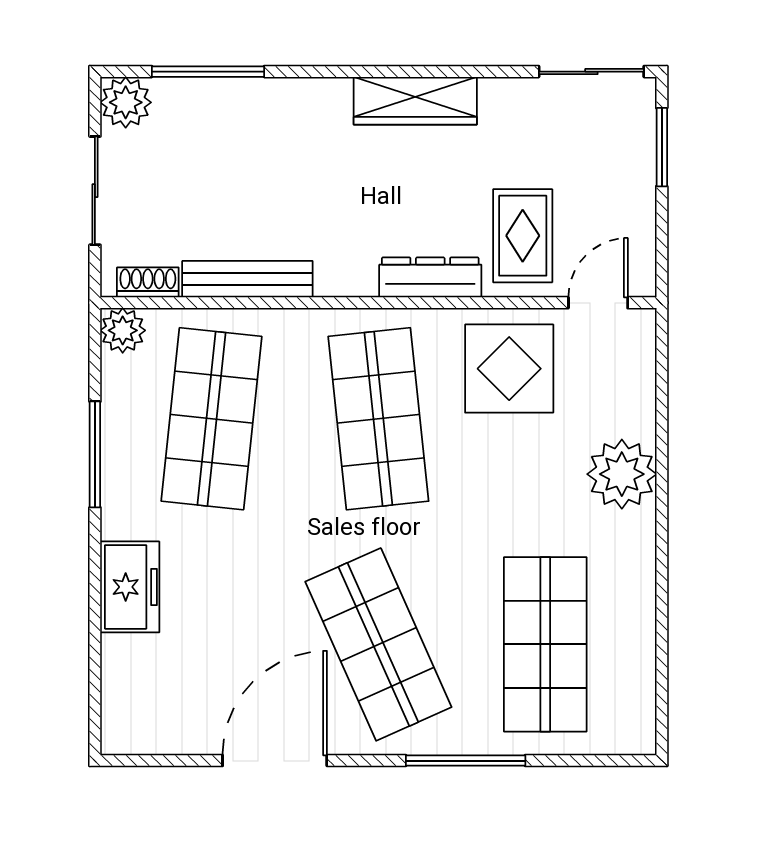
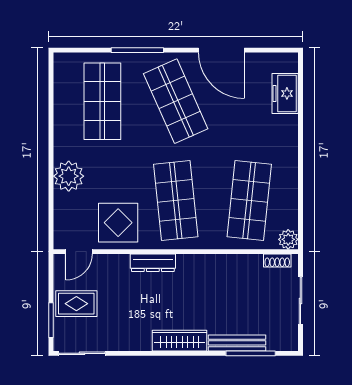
wardrobe: (415, 101) -> (180, 341), moved
plant: (126, 102) -> (287, 340), removed
rug: (523, 236) -> (76, 304), moved, turned 90
bench: (247, 279) -> (237, 343), moved
window: (95, 454) -> (300, 185), removed
freezer: (130, 587) -> (285, 93), moved
door: (275, 761) -> (221, 50), hinge flipped

